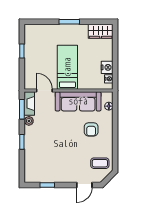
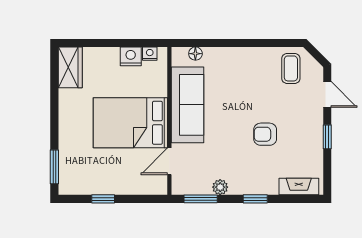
window: (69, 22) -> (54, 167), moved
bed: (67, 67) -> (130, 123), width x1.50
fireplace: (29, 103) -> (299, 187), moved
armchair: (91, 129) -> (265, 134), moved, turned 180
window: (47, 185) -> (327, 137), moved

